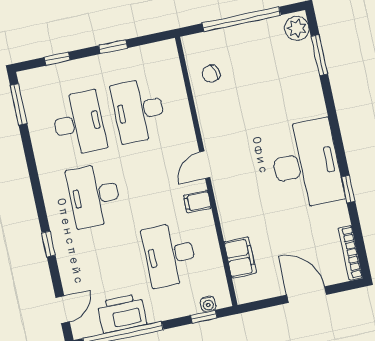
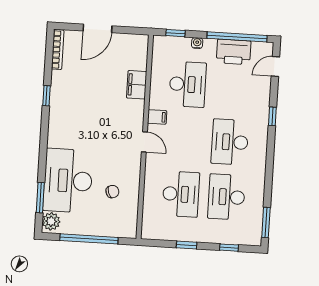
chair: (211, 74) -> (112, 192), moved
desk: (306, 164) -> (68, 181), moved
door: (205, 165) -> (144, 142), hinge flipped
desk: (94, 195) -> (230, 142), turned 180
filing cabinet: (240, 258) -> (137, 85), moved
door: (306, 295) -> (97, 28), hinge flipped
water cooler: (208, 304) -> (197, 43), moved

